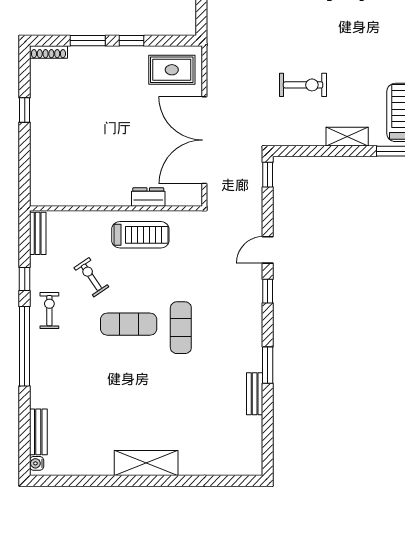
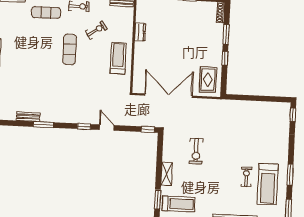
dresser: (148, 197) -> (140, 32), moved
treadmill: (140, 235) -> (118, 58), turned 180
exercise mat: (181, 328) -> (46, 13), moved

